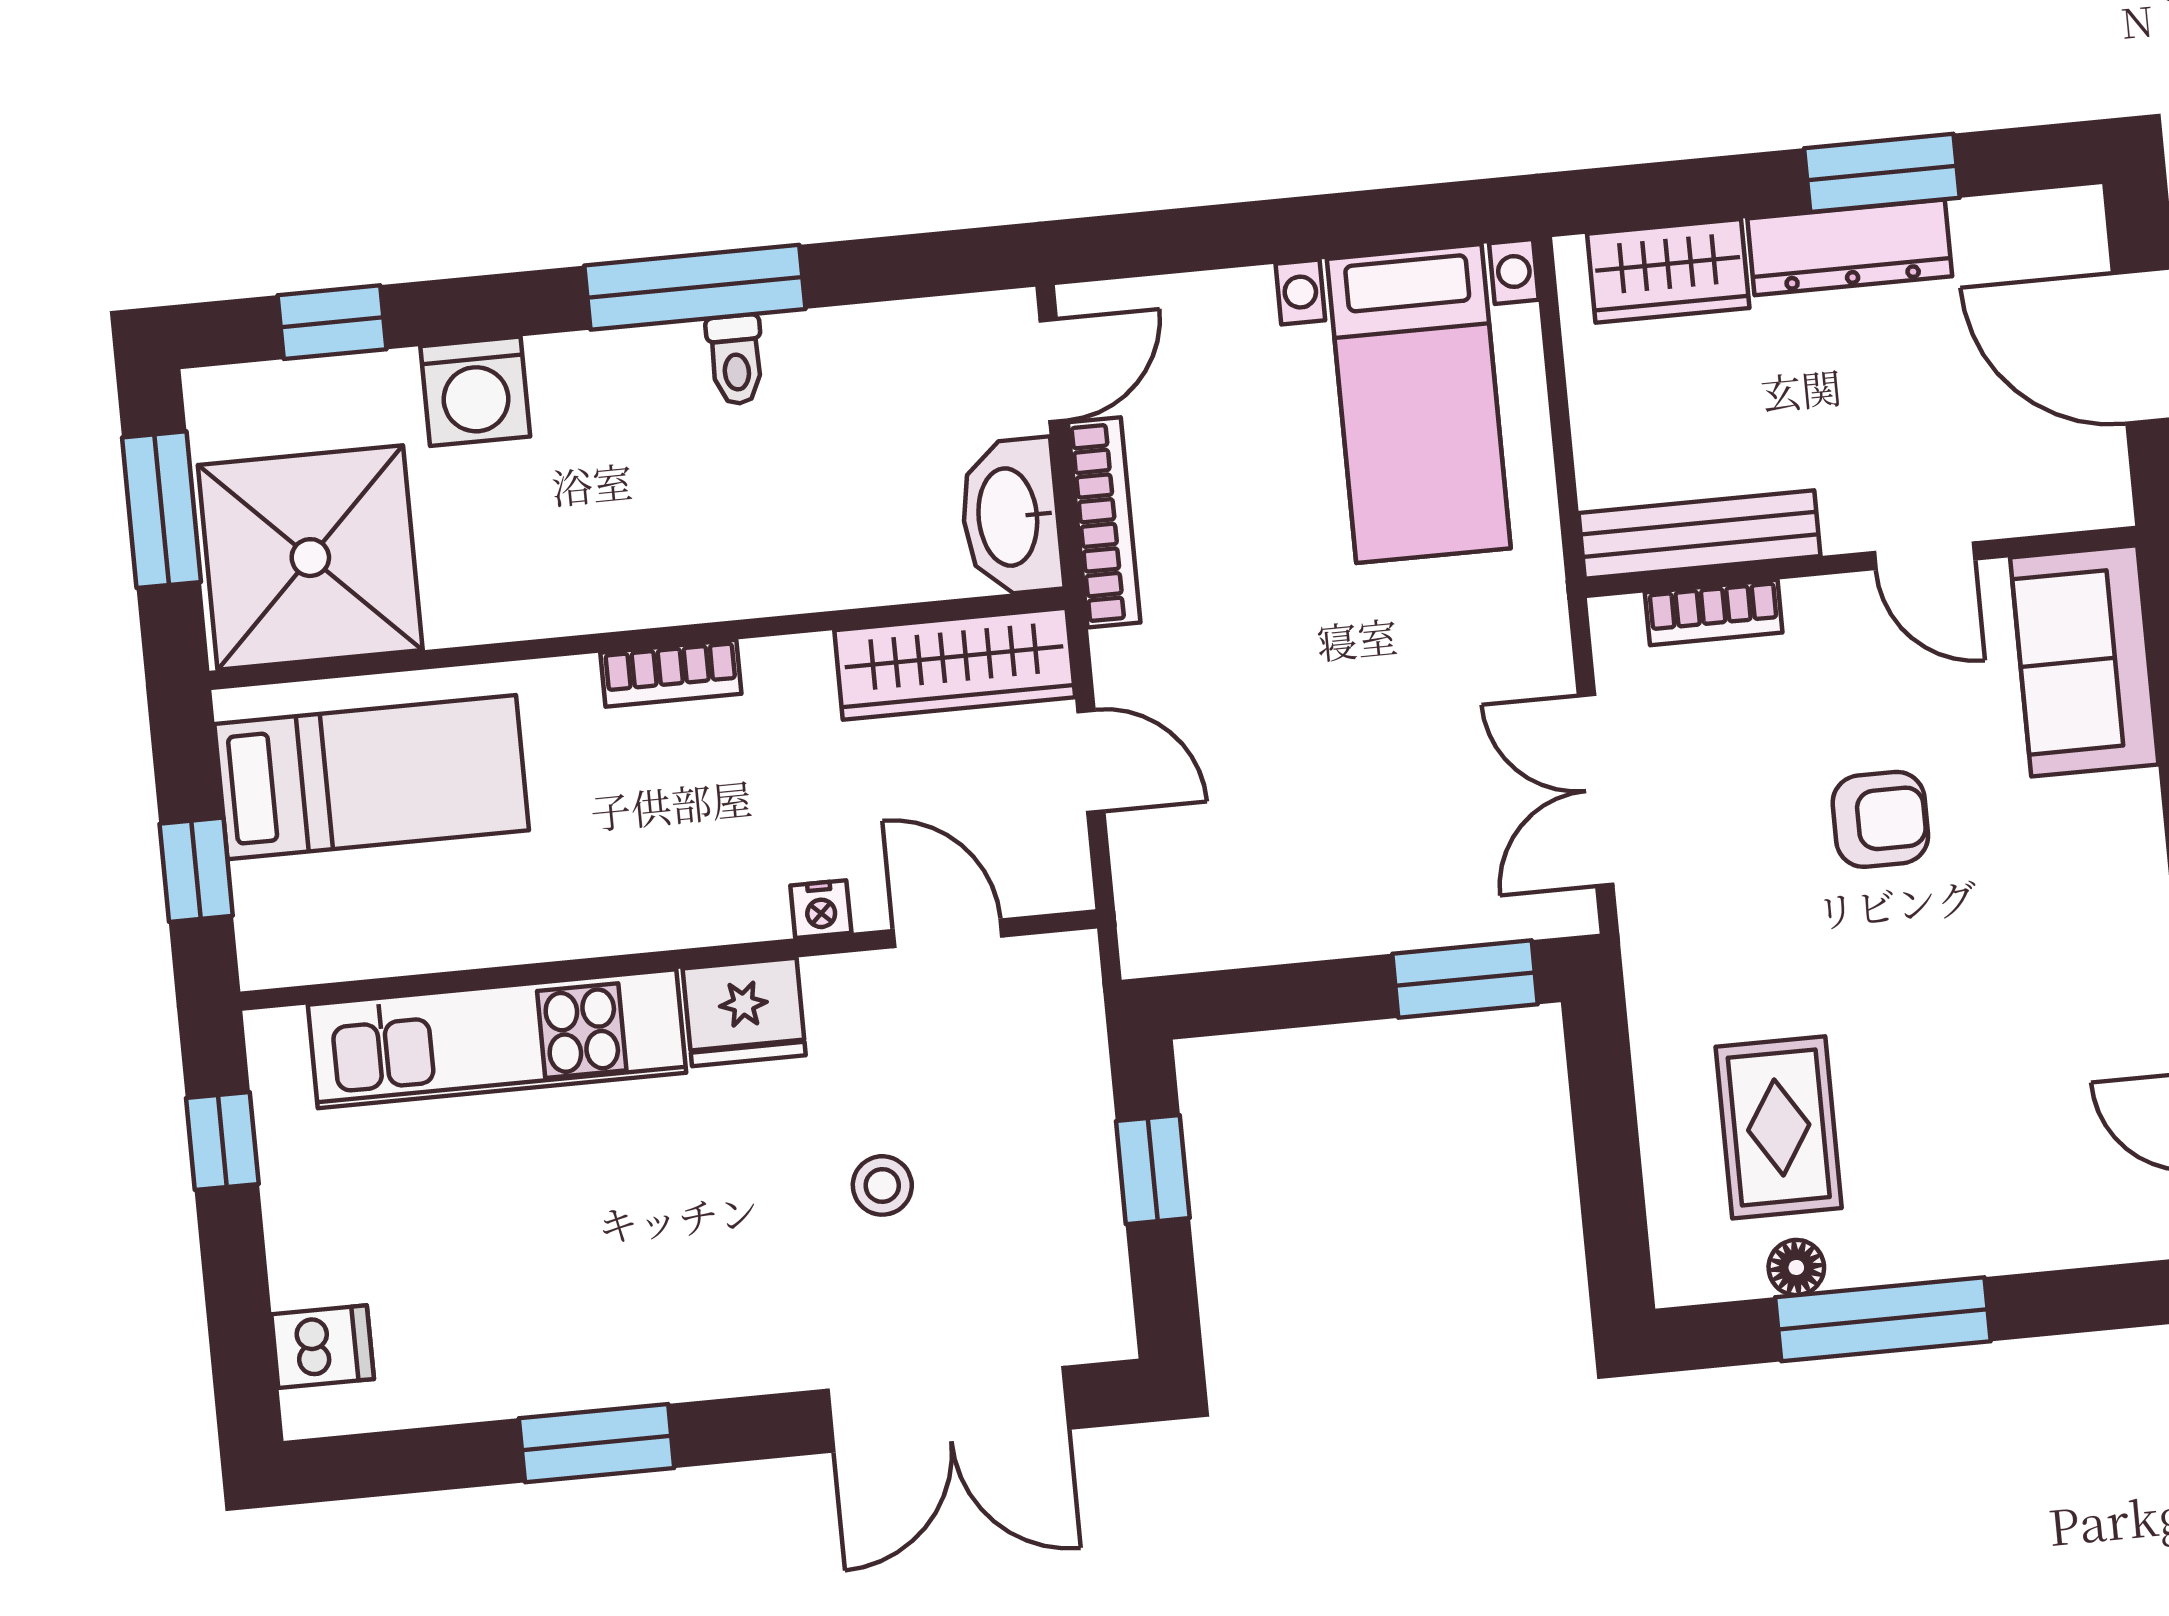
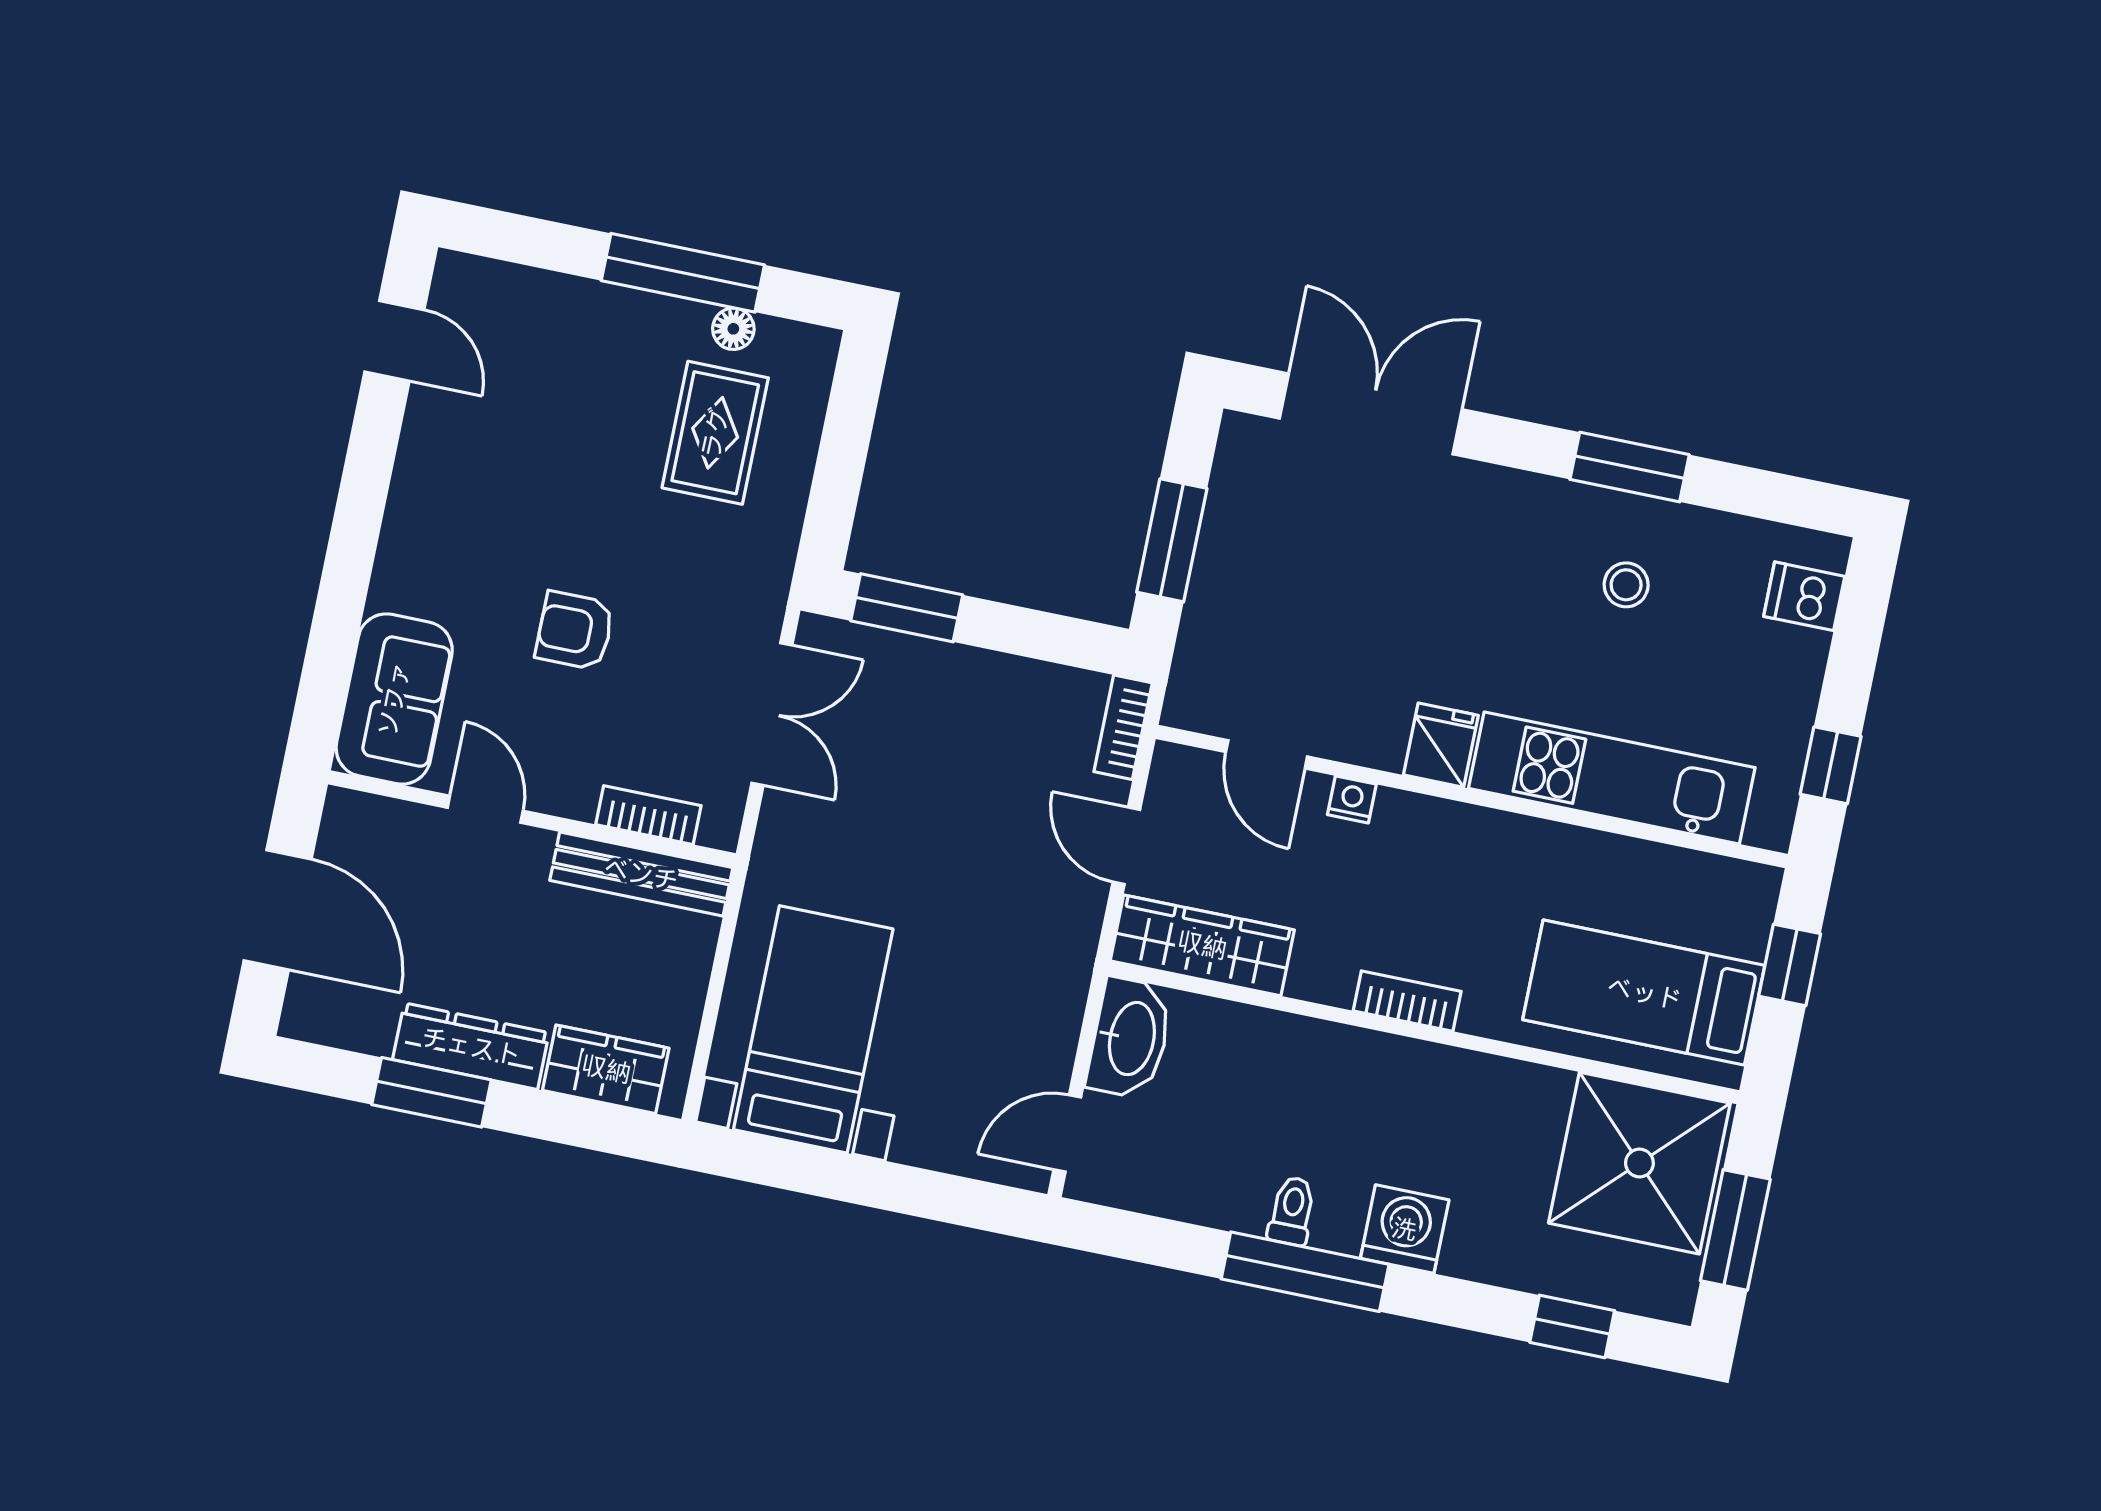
washing machine: (475, 391) -> (1405, 1229), moved
bookcase: (1104, 522) -> (1123, 727), moved, width x0.64
fridge: (744, 1012) -> (1441, 745), width x0.72
window: (1153, 1170) -> (1172, 540), width x1.50
stool: (882, 1185) -> (1626, 585), moved

